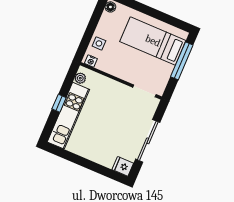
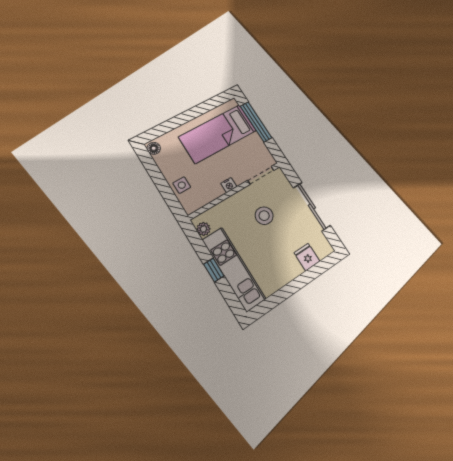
nightstand: (91, 61) -> (229, 185), moved
stool: (118, 112) -> (264, 216), added
fridge: (123, 166) -> (307, 257), moved, turned 90

